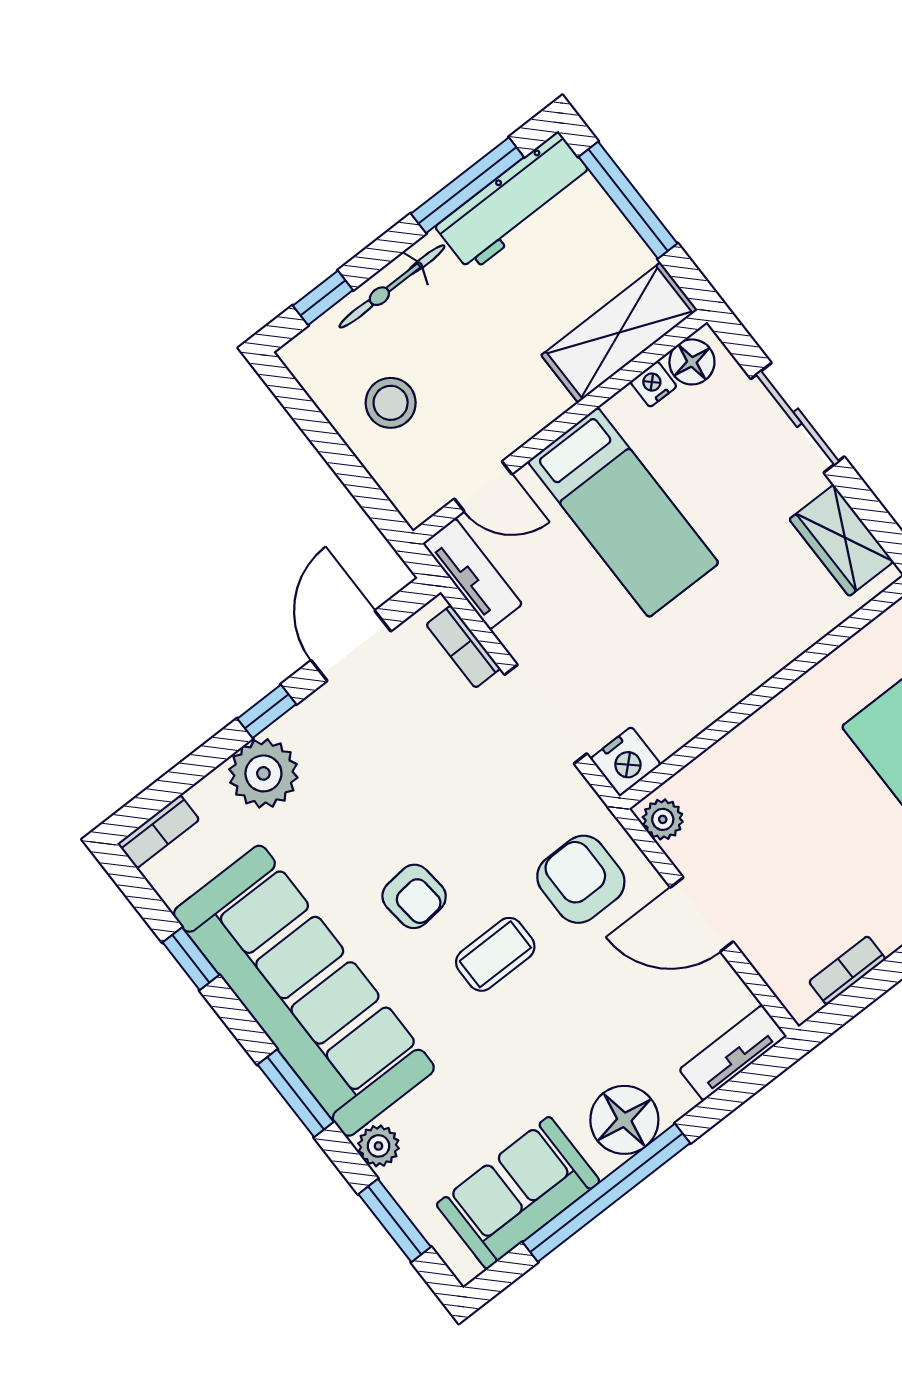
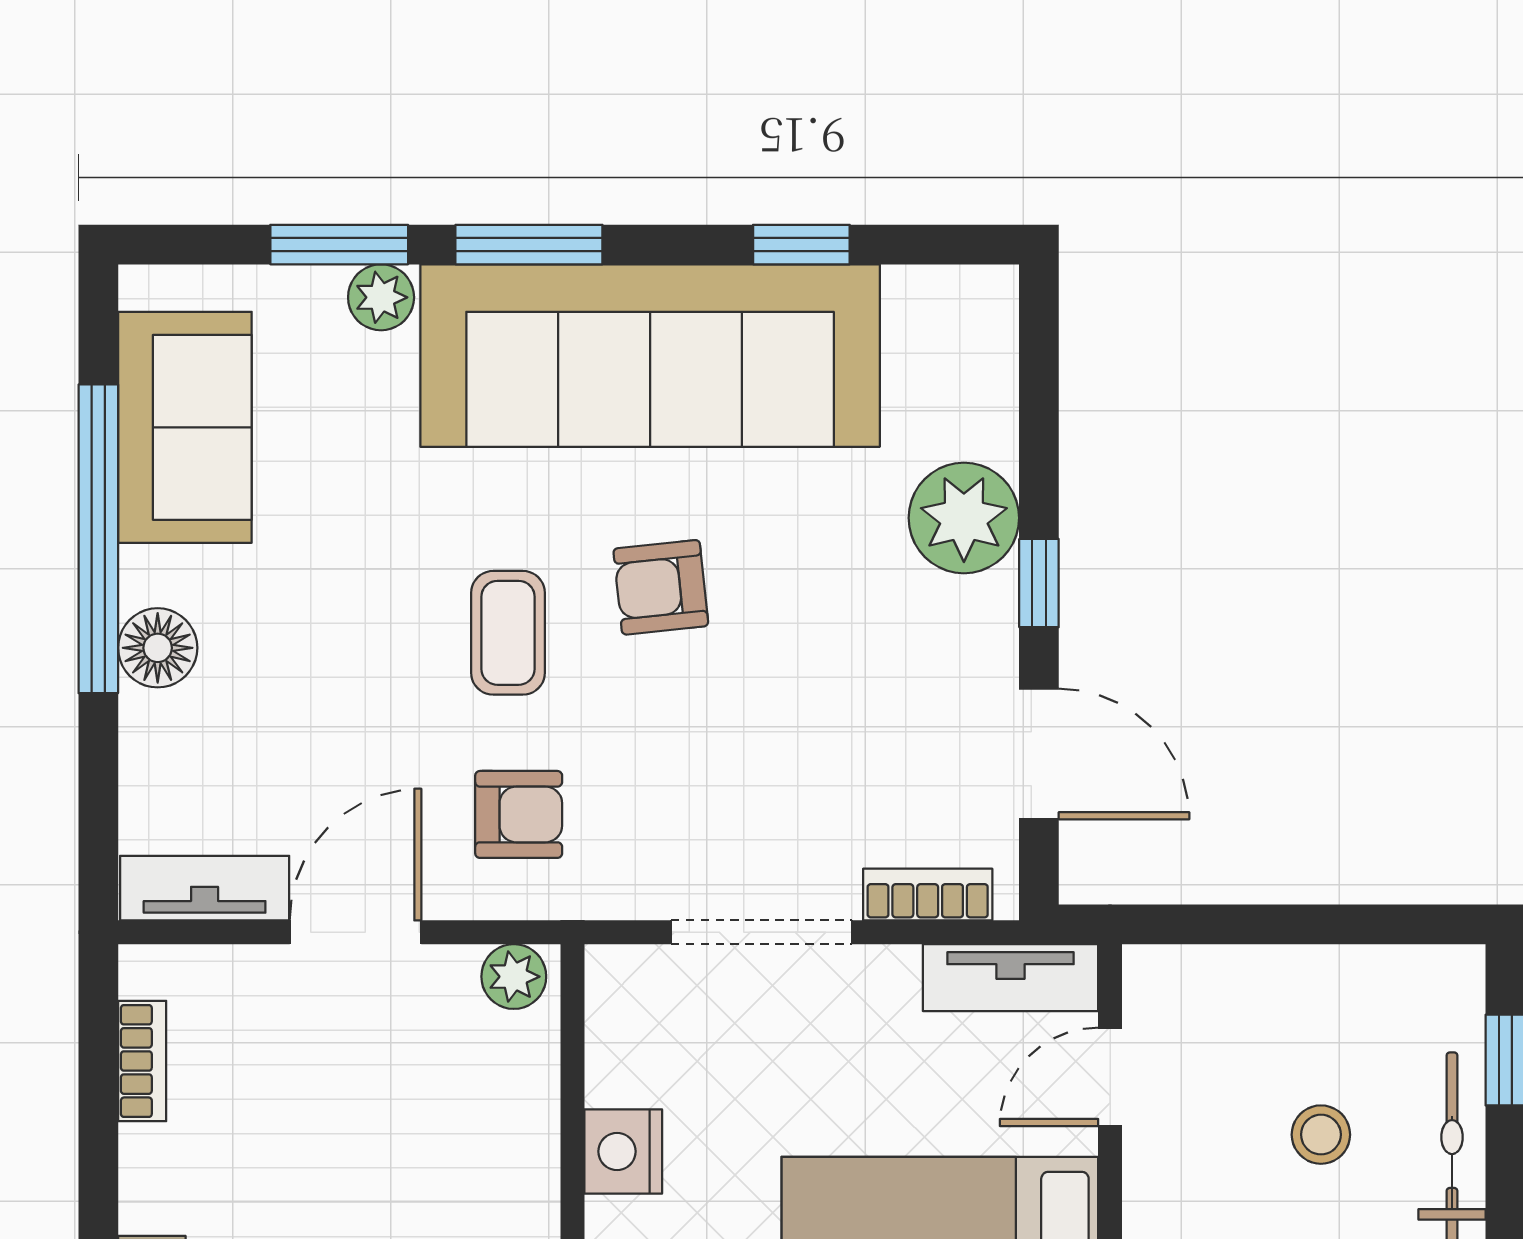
stool: (391, 403) -> (1321, 1135), moved, width x0.73, depth x0.73
nightstand: (626, 762) -> (623, 1151), moved
bookcase: (158, 832) -> (994, 328), removed
armchair: (581, 879) -> (519, 814), width x0.72, depth x0.72
tv unit: (733, 1053) -> (205, 888), moved, turned -90
floor lamp: (624, 1120) -> (158, 648), width x0.73, depth x0.73
window: (395, 1220) -> (339, 245), moved

